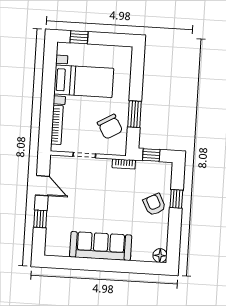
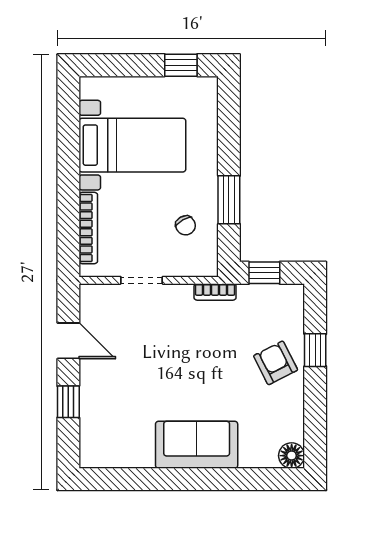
window: (79, 37) -> (181, 65), moved
chair: (110, 127) -> (186, 225), width x0.54, depth x0.54
sofa: (101, 246) -> (197, 445), width x0.73

